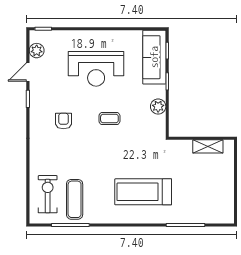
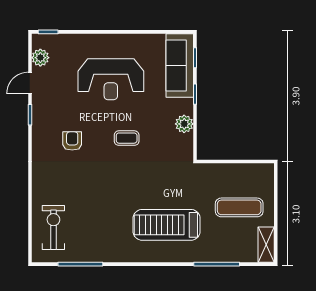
shelving: (208, 146) -> (266, 245), moved, turned 90
exercise mat: (75, 199) -> (239, 207), moved, turned 90

